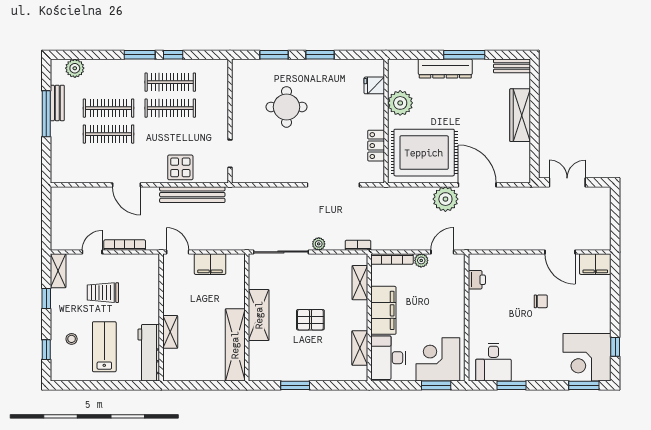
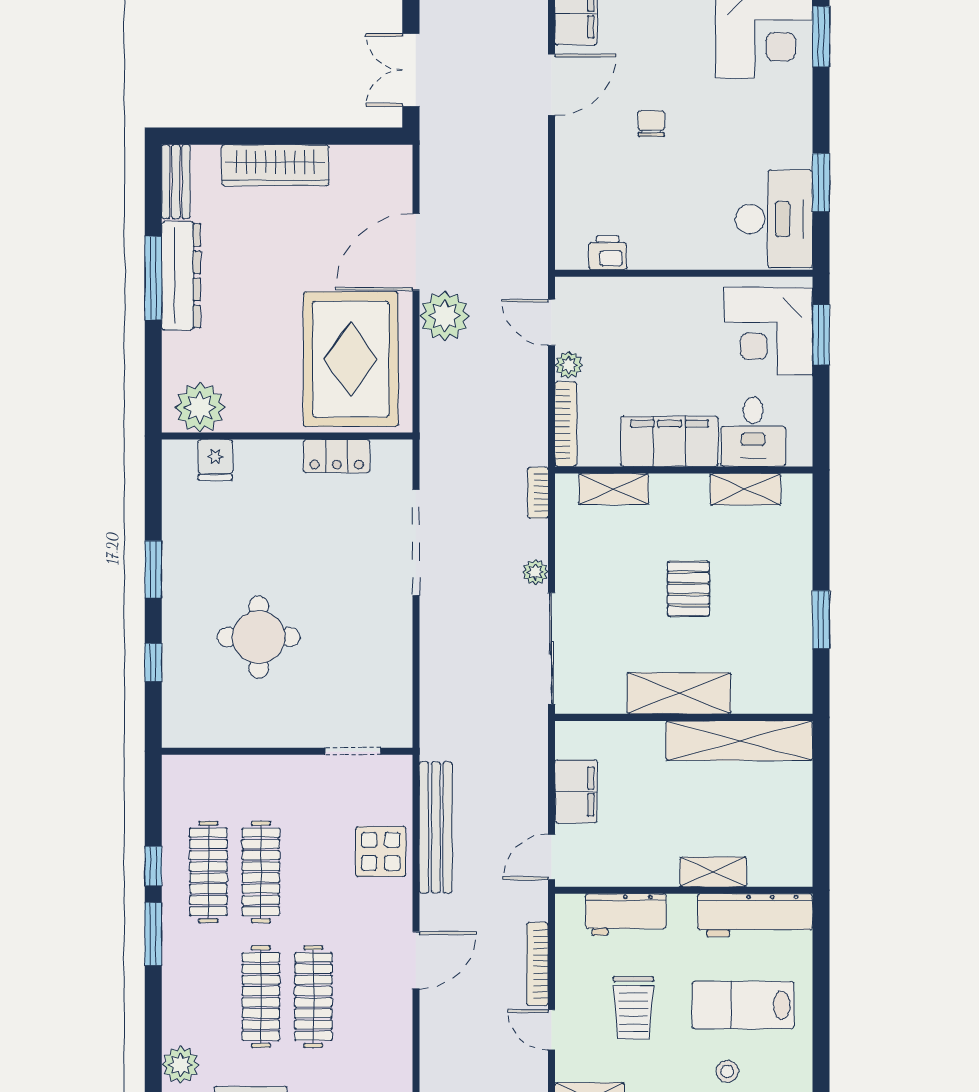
window: (274, 55) -> (153, 662), width x0.67
dresser: (445, 69) -> (181, 276), moved
plant: (400, 103) -> (200, 407), moved
workbench: (149, 289) -> (626, 914), added
desk: (388, 358) -> (753, 432), width x0.73
desk: (493, 362) -> (774, 219), width x1.37

